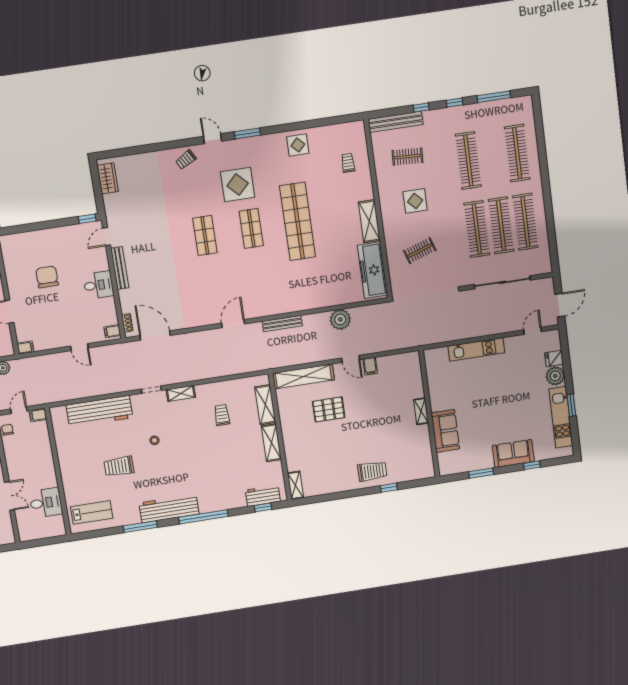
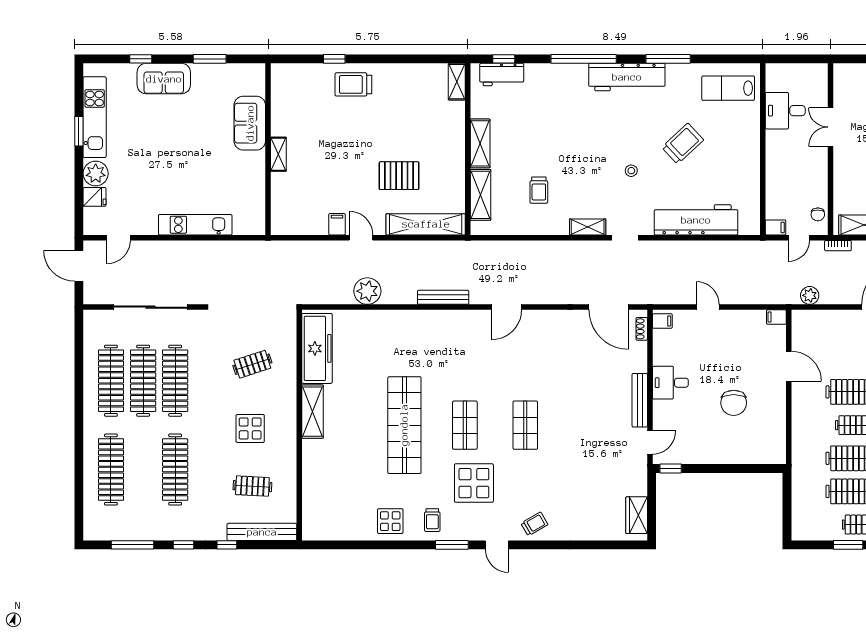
trolley: (348, 163) -> (432, 520), moved
door: (560, 305) -> (79, 266), hinge flipped
trolley: (119, 466) -> (683, 144), turned -43

